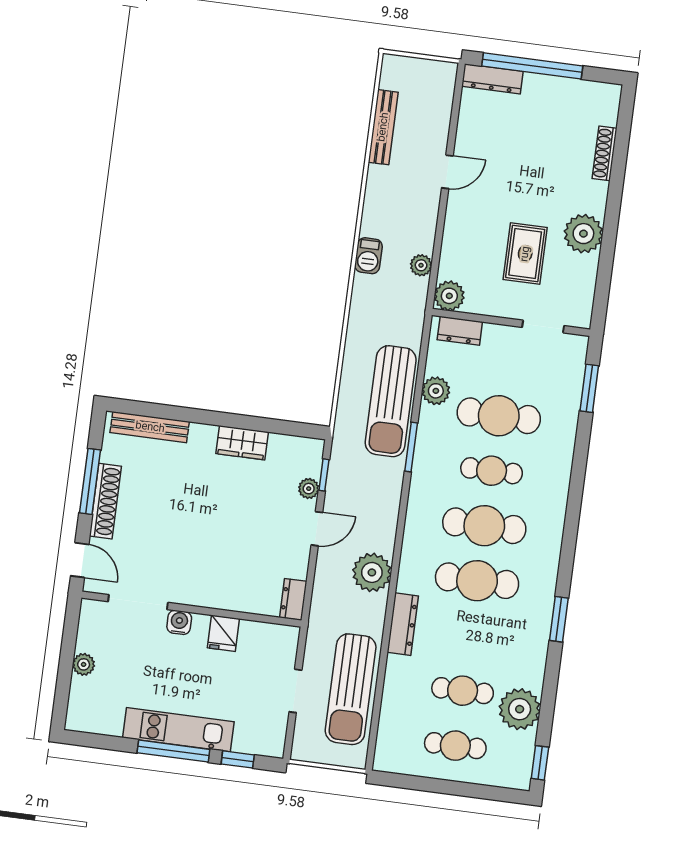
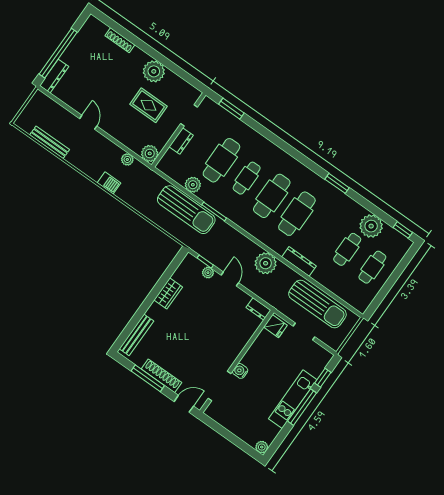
dresser: (460, 331) -> (181, 141), moved
fridge: (223, 633) -> (275, 326), moved
plant: (84, 664) -> (262, 447), moved

